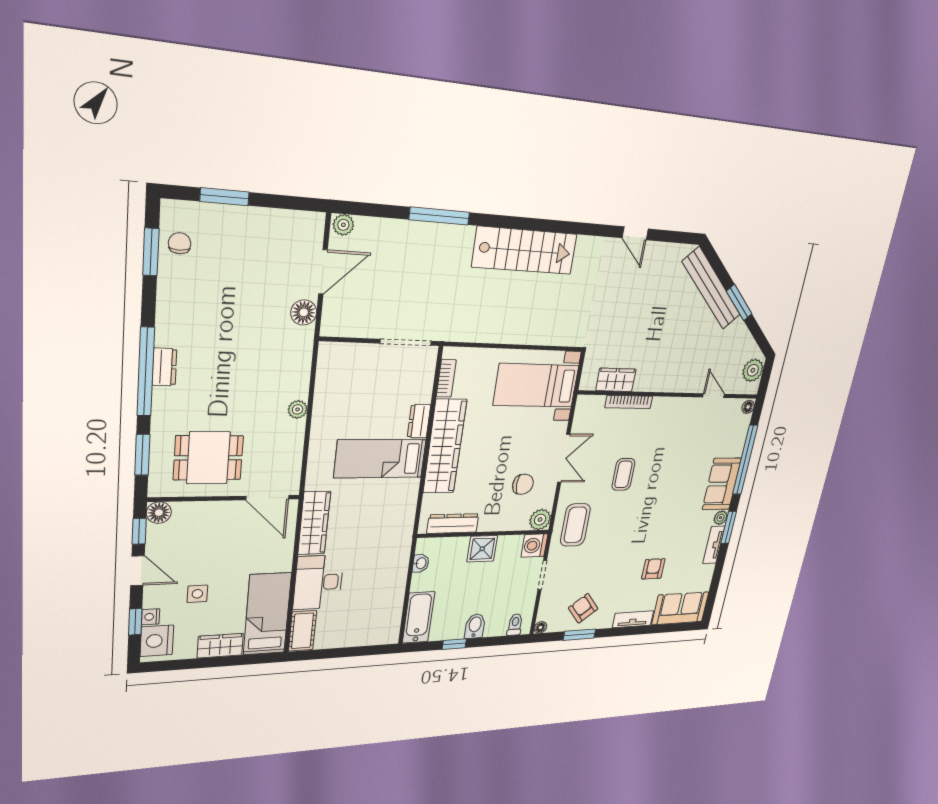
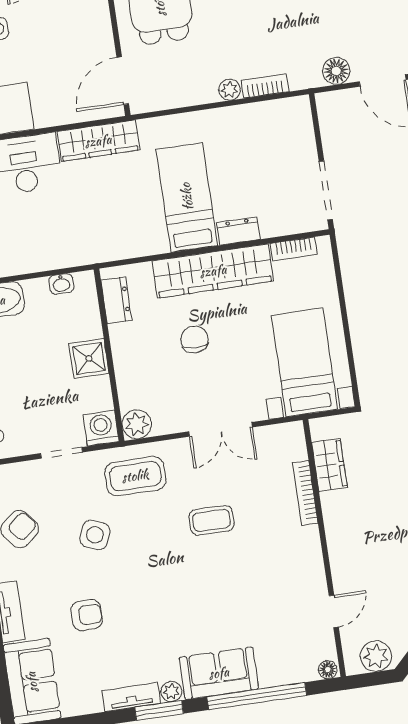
bookcase: (302, 378) -> (265, 86), added
chair: (523, 484) -> (194, 339), moved, turned 180
dresser: (453, 524) -> (116, 300), width x0.70
side table: (605, 558) -> (95, 535), added

